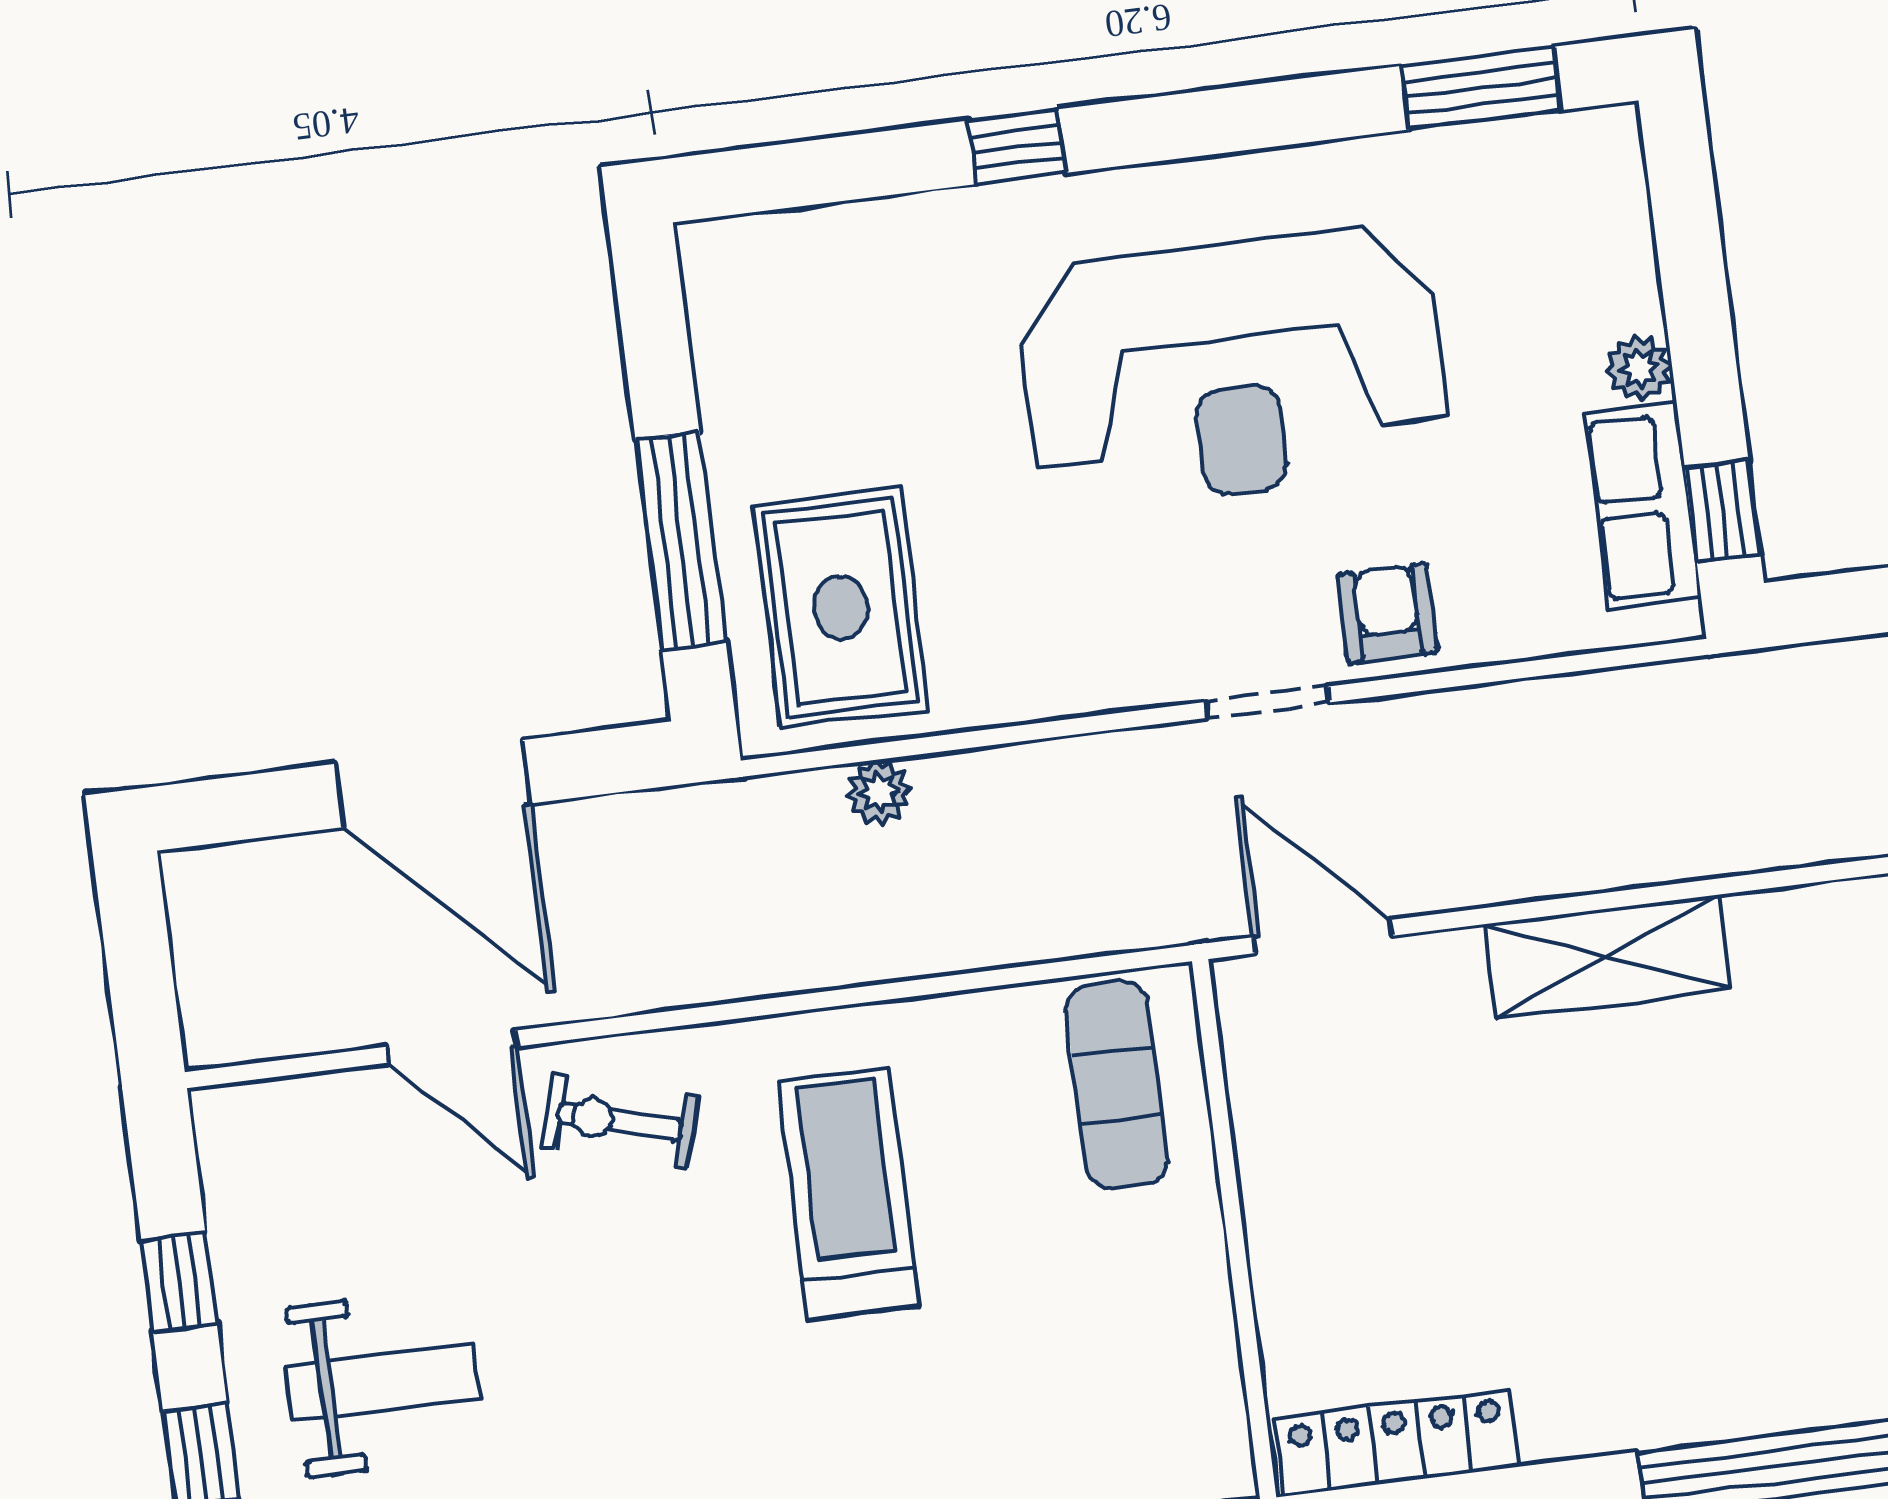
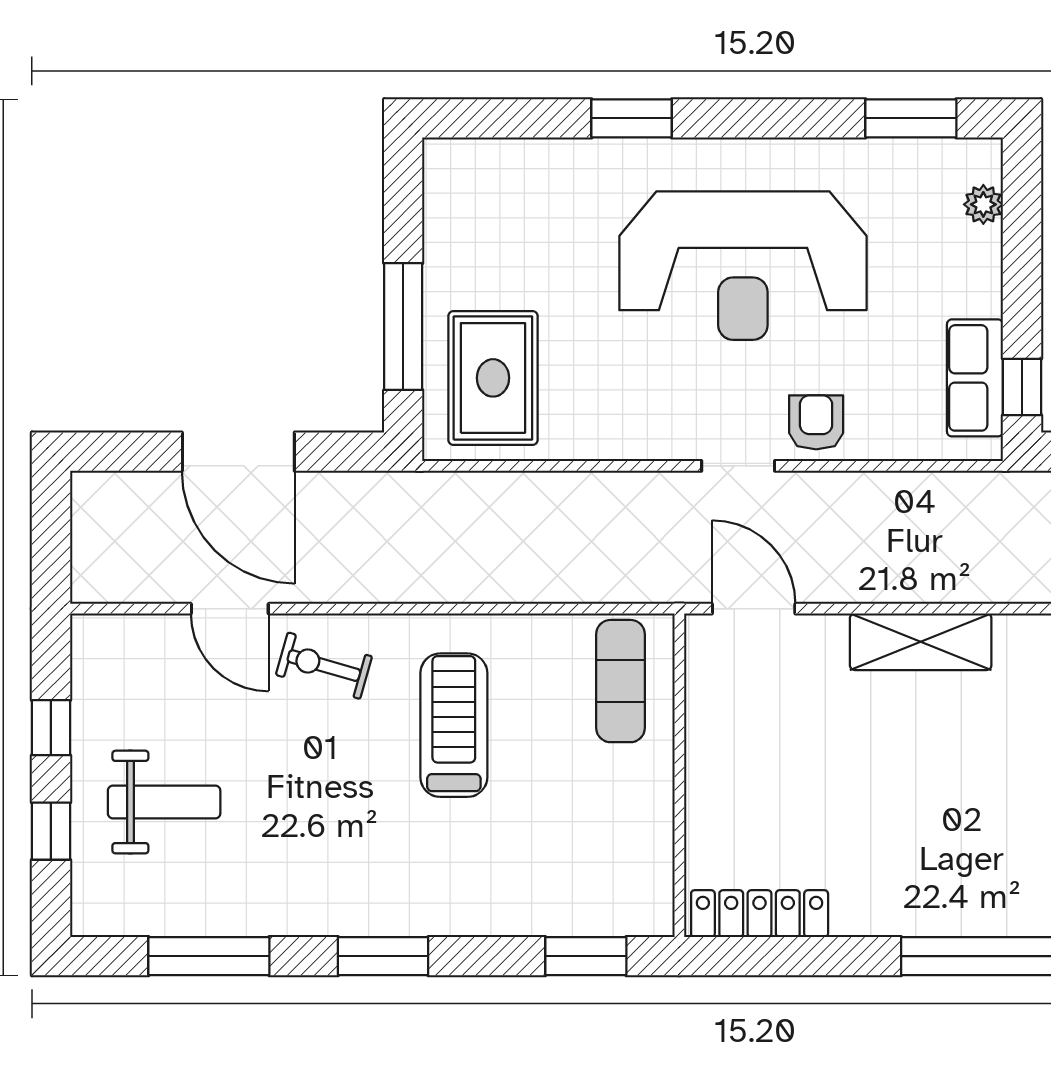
window: (1017, 147) -> (632, 118), width x1.50
plant: (1639, 368) -> (983, 204), moved
plant: (879, 792) -> (502, 490), removed

